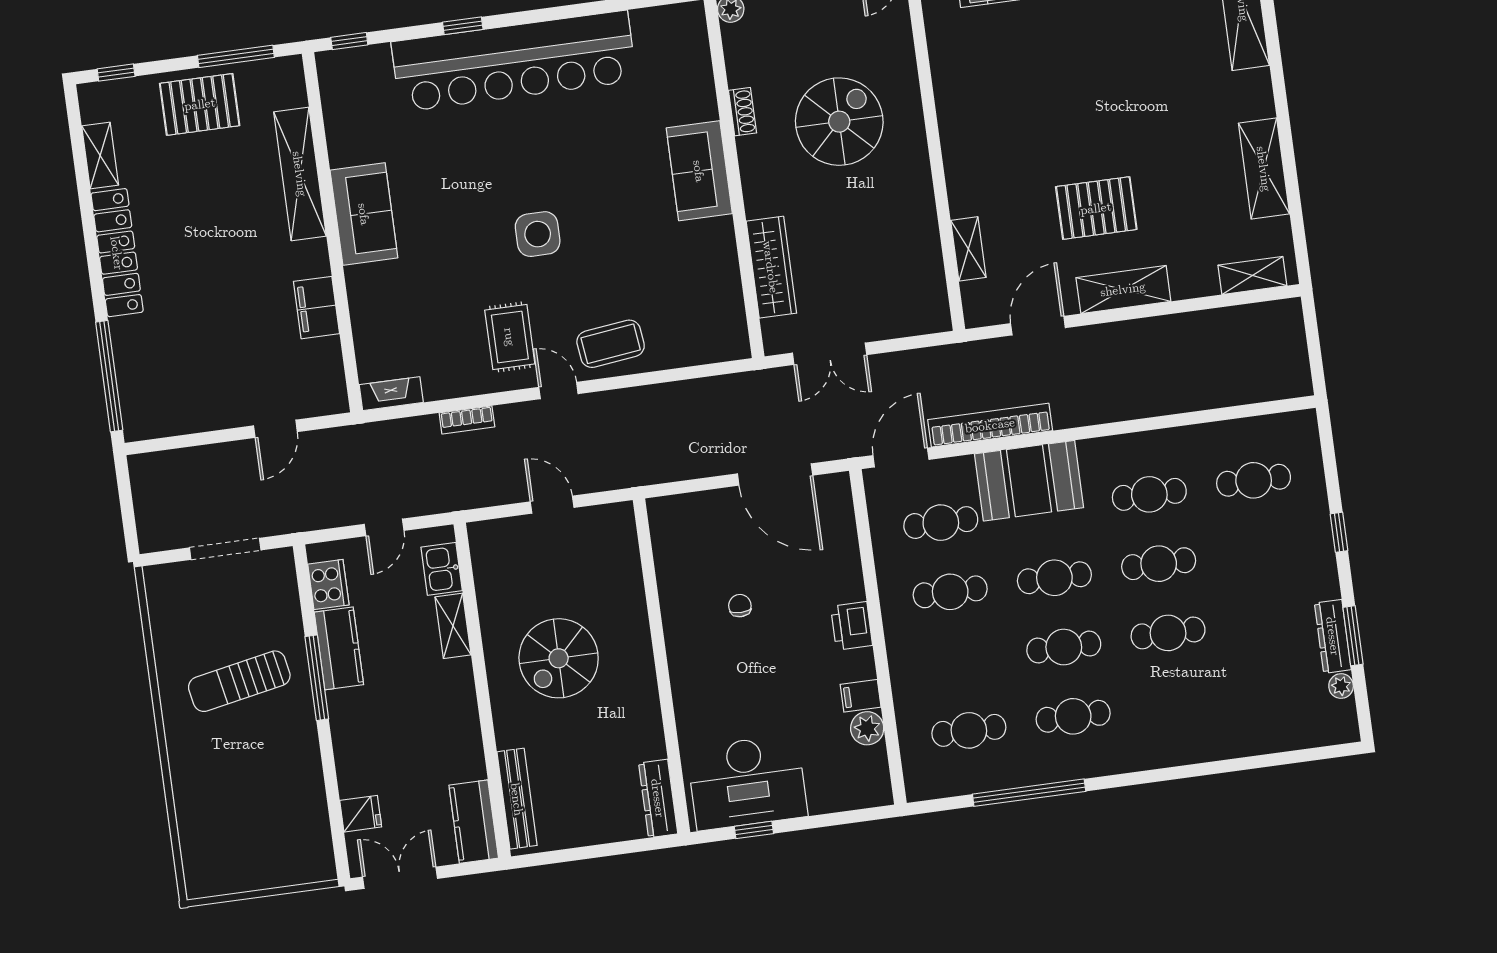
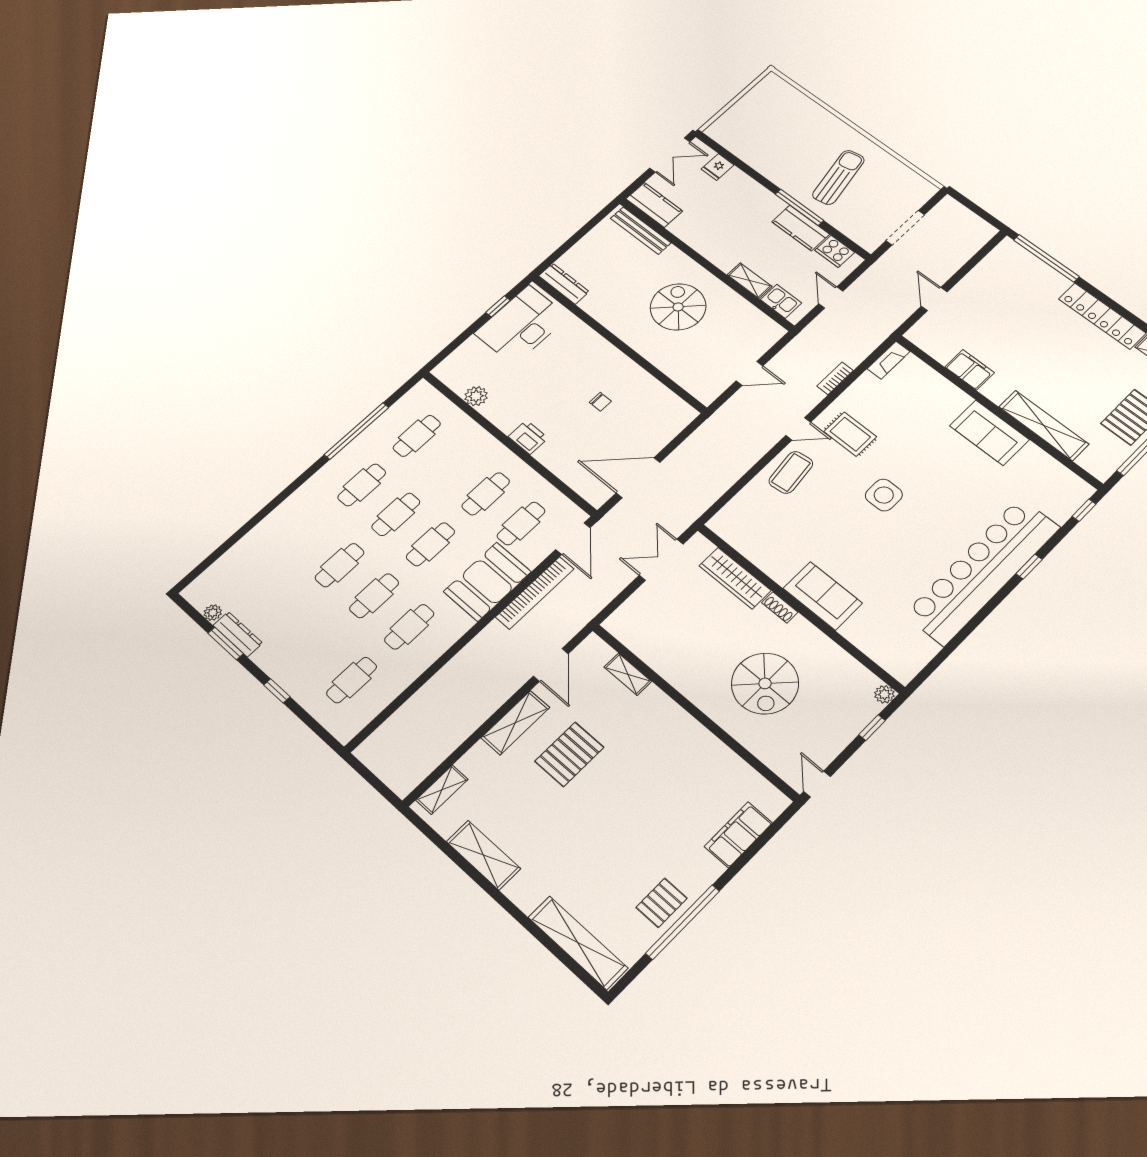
shoe rack: (743, 112) -> (780, 607), moved
filing cabinet: (861, 696) -> (493, 408), removed

